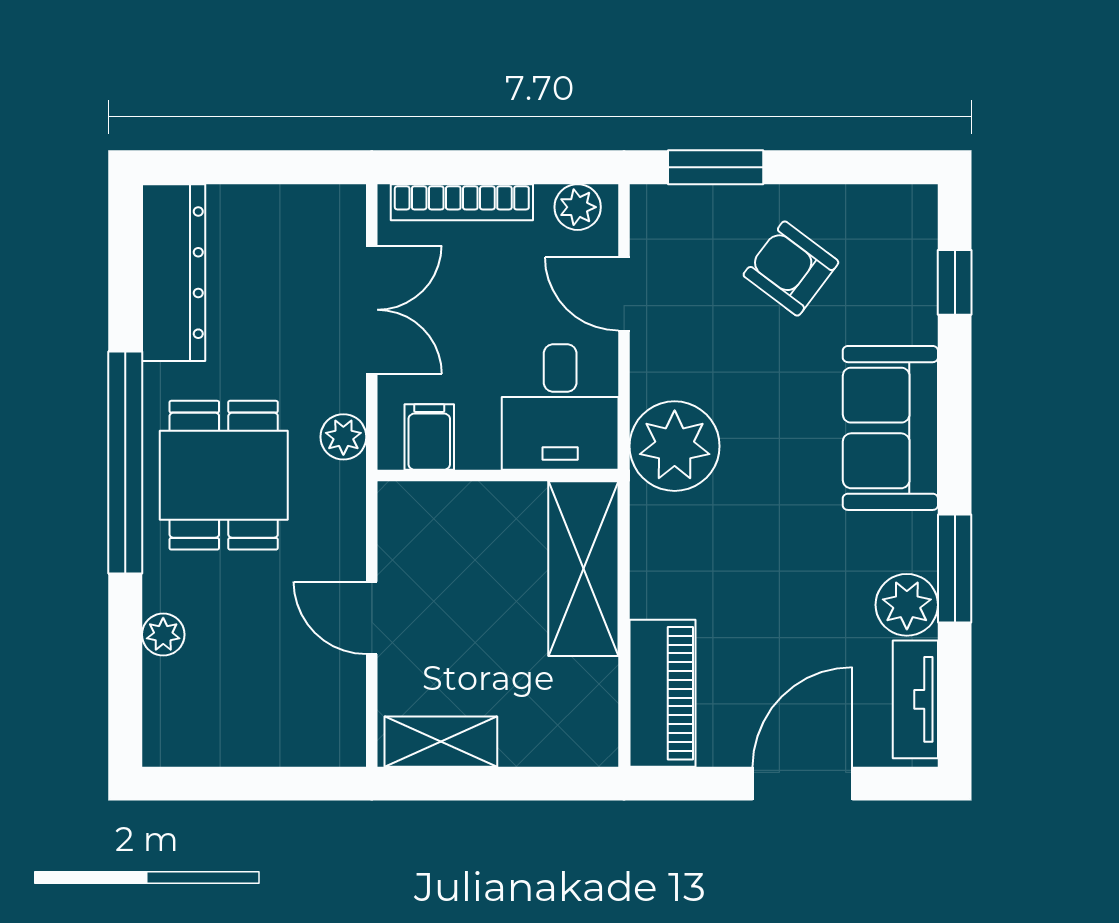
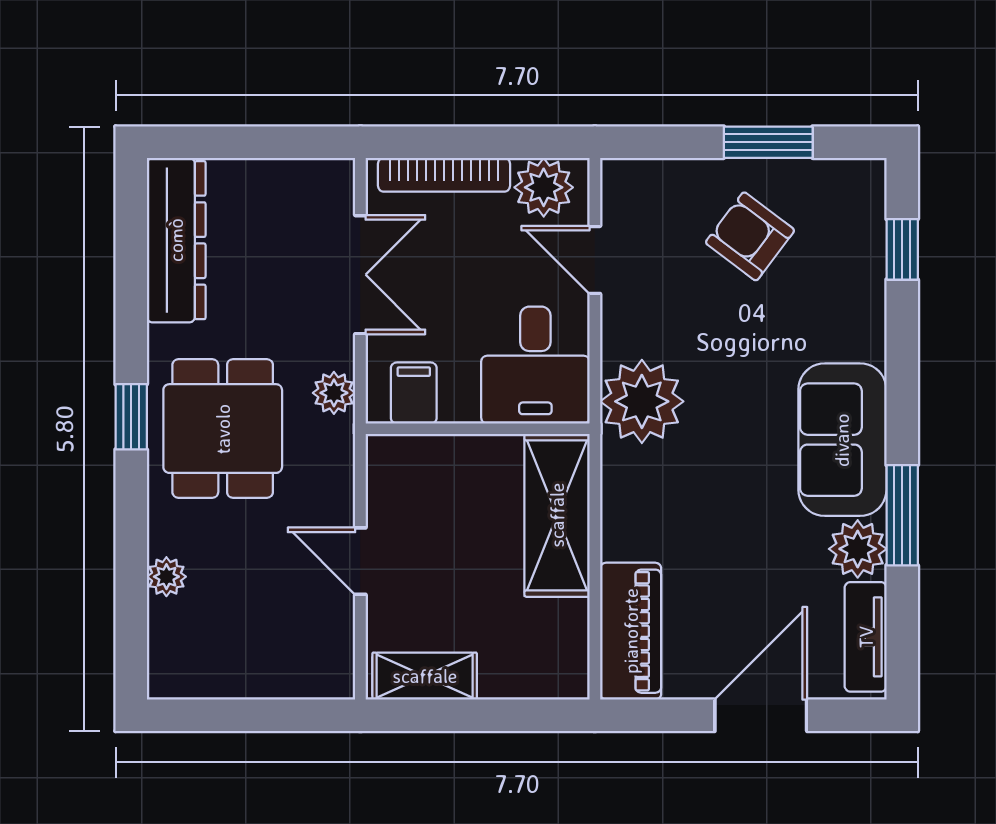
window: (716, 167) -> (768, 142), moved
plant: (578, 207) -> (544, 187), width x1.38, depth x1.38
sofa: (890, 428) -> (842, 440), moved
window: (125, 463) -> (131, 417), width x0.32

